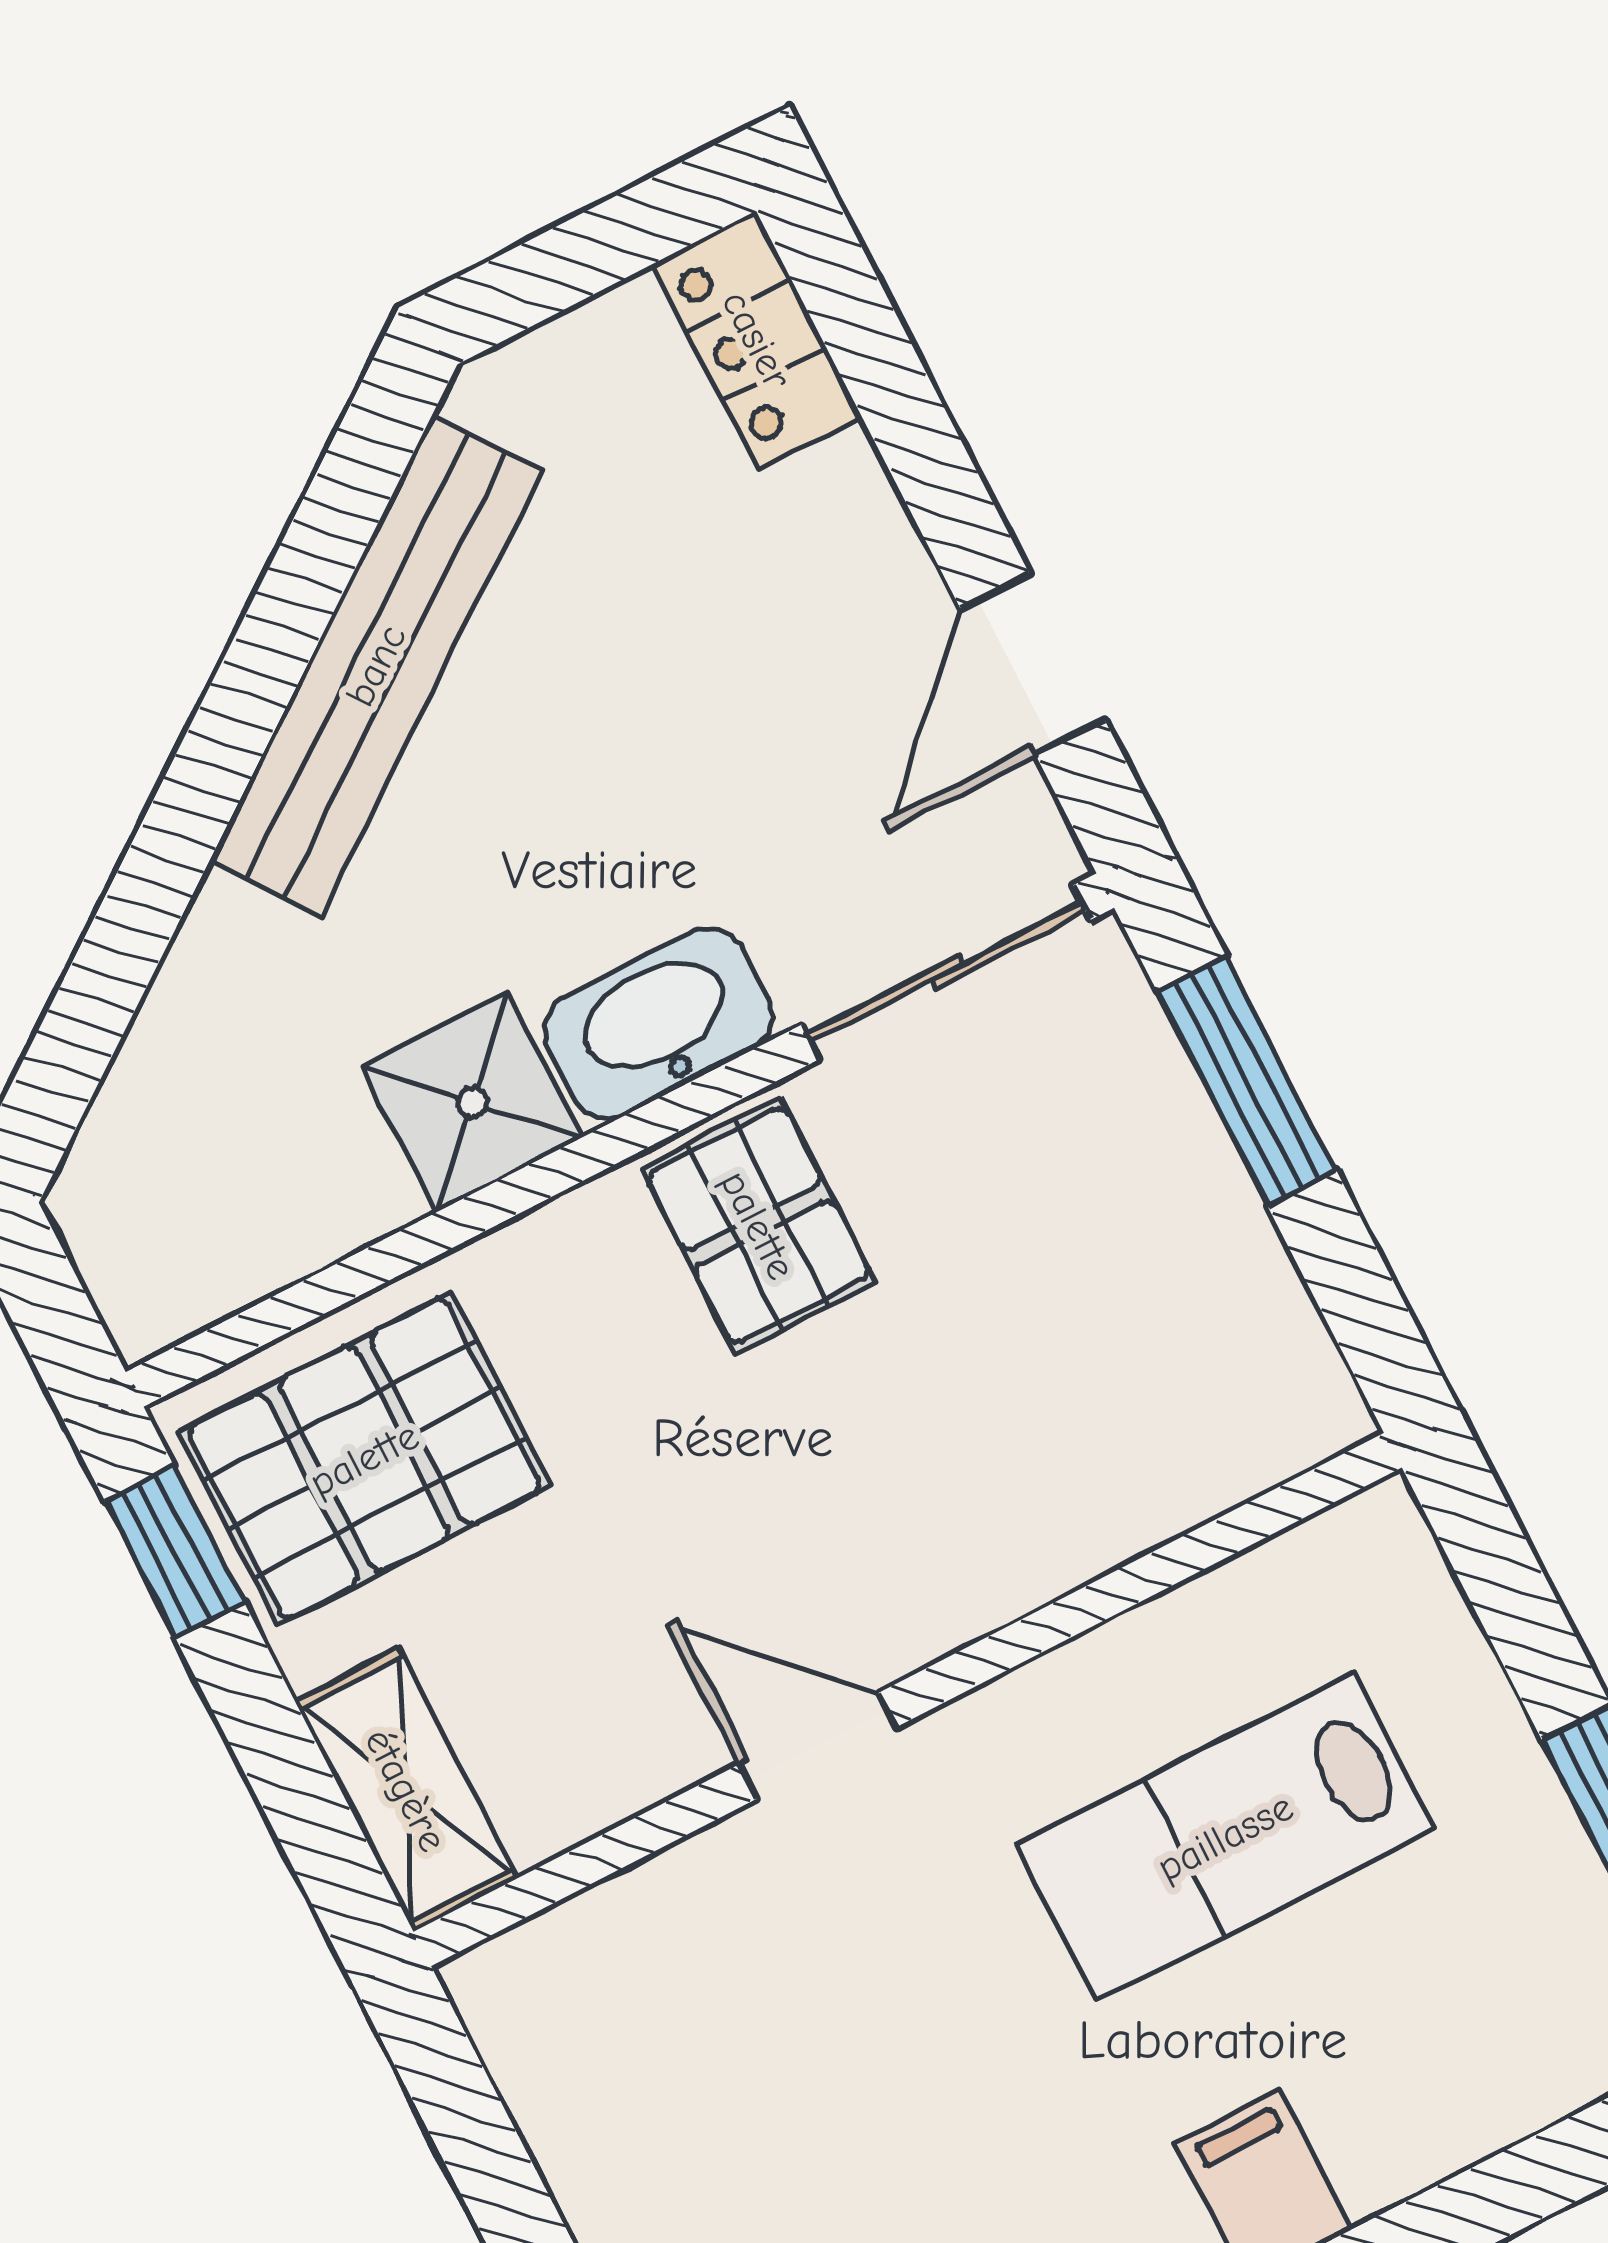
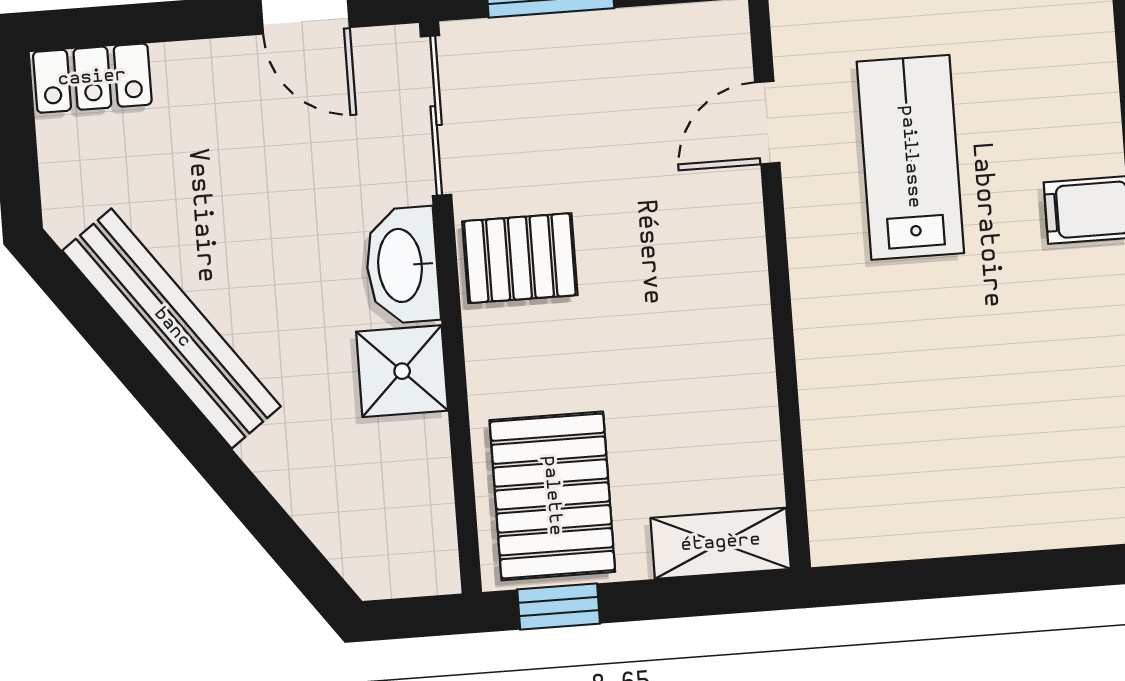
door: (817, 1746) -> (767, 123), moved
lab bench: (1225, 1837) -> (910, 157), turned 180

